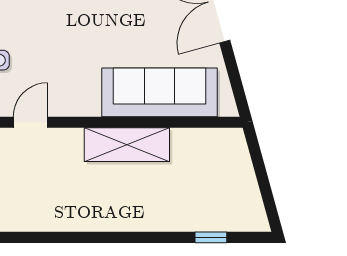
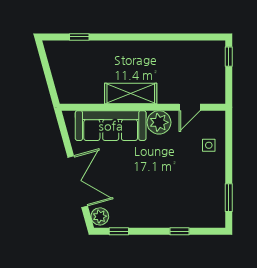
plant: (81, 98) -> (159, 122), added

